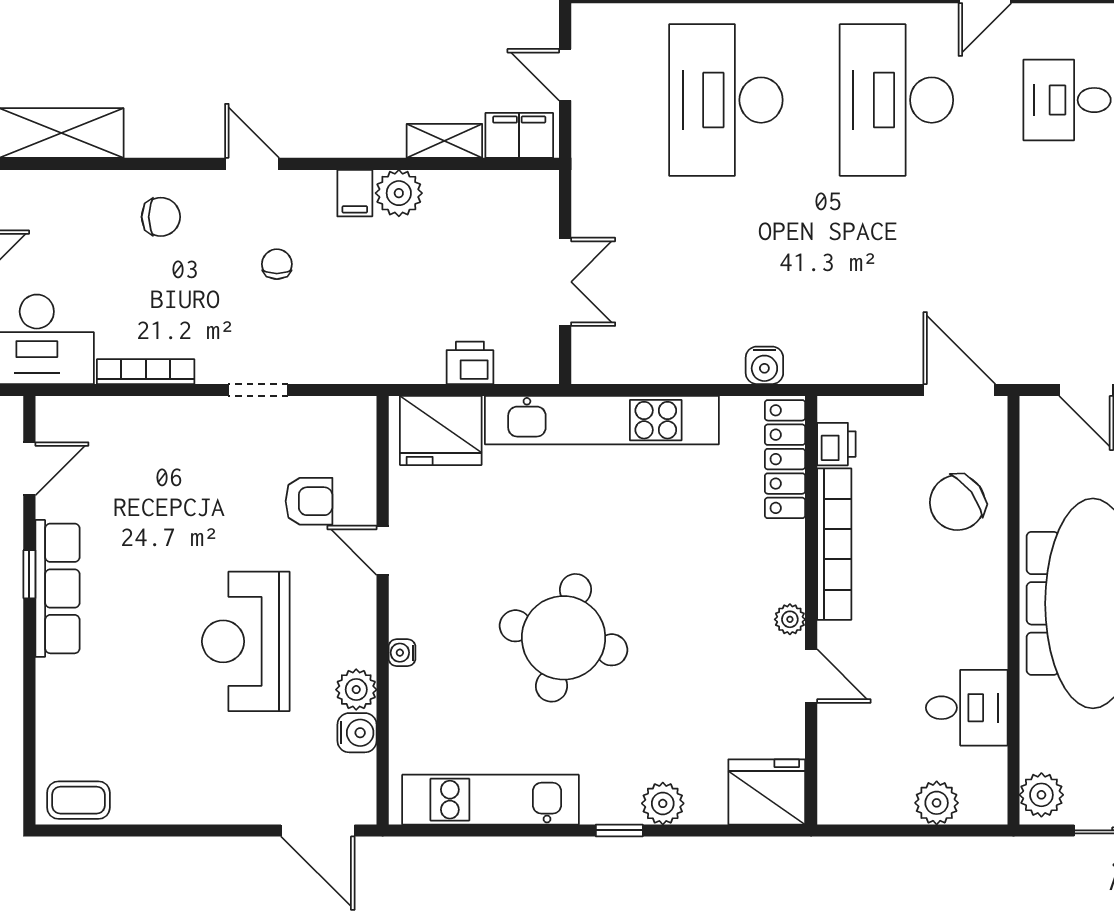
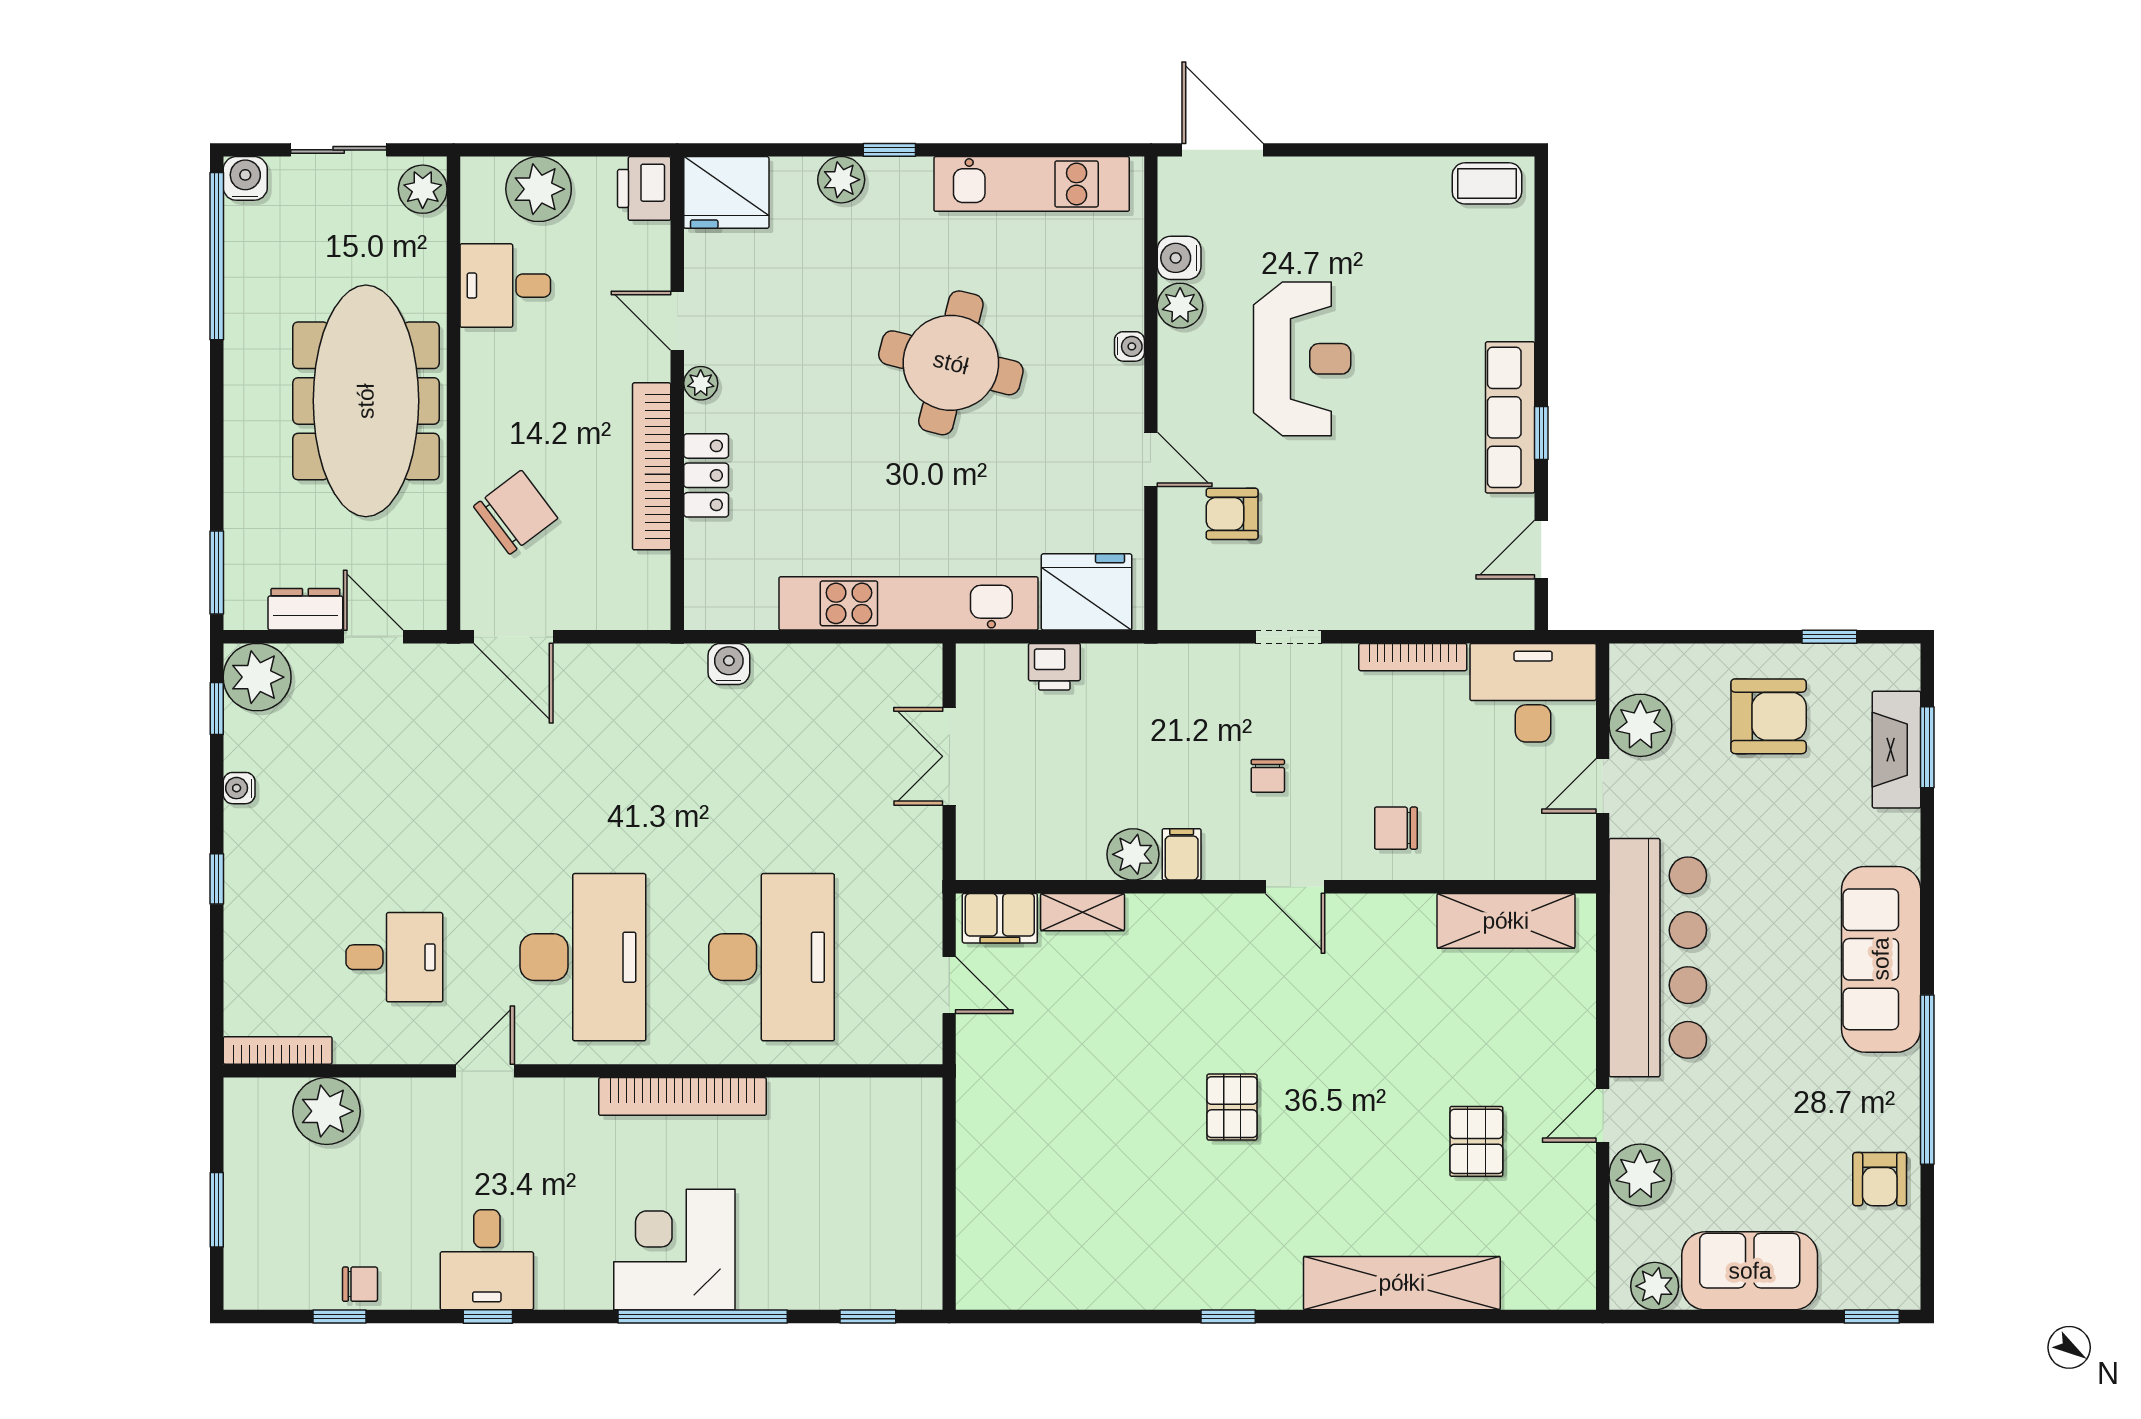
printer: (836, 444) -> (644, 188), moved, width x1.36, depth x1.24
locker: (785, 459) -> (706, 475), moved, width x0.66
plant: (937, 803) -> (539, 189), width x1.36, depth x1.36

